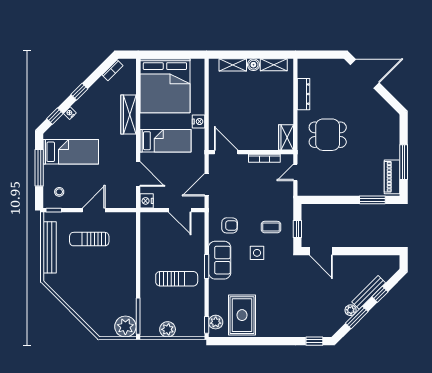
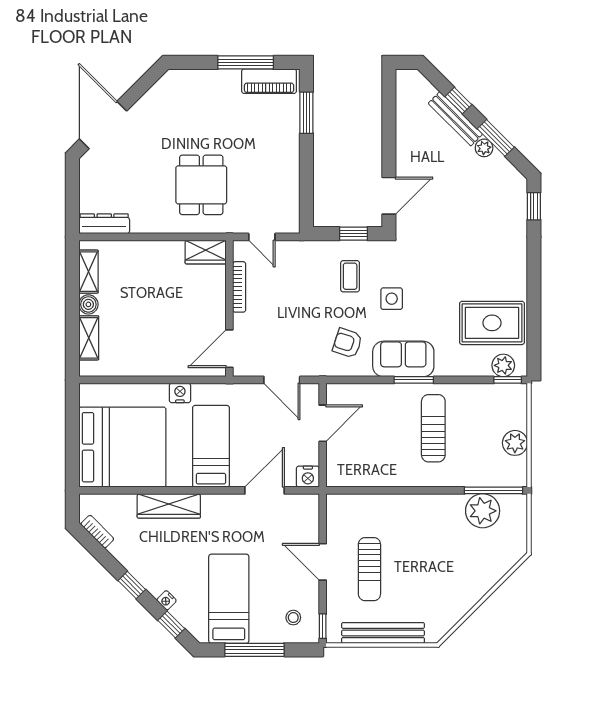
dresser: (304, 94) -> (104, 224), moved
armchair: (230, 225) -> (347, 343), turned -73
plant: (125, 327) -> (483, 511), moved

